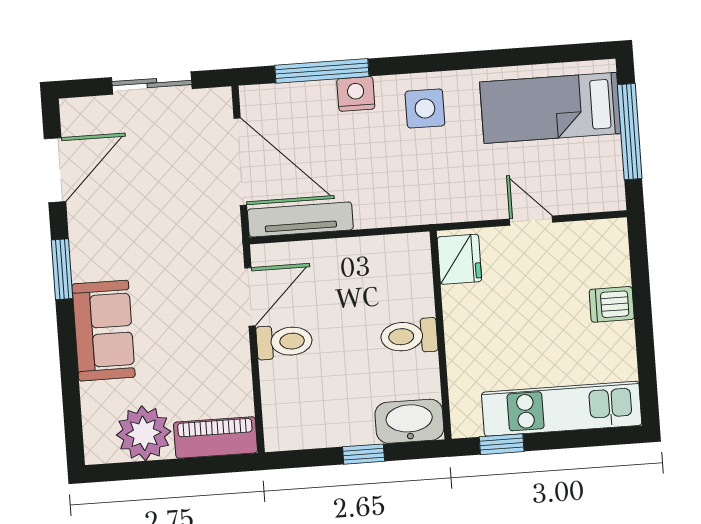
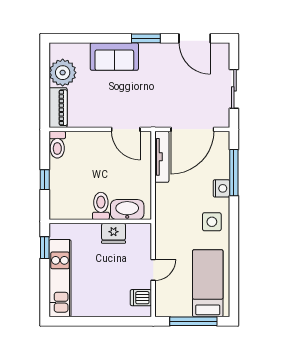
fridge: (459, 259) -> (114, 233), moved
dishwasher: (612, 304) -> (141, 298), moved, turned -90
toilet: (284, 342) -> (57, 145), moved
washbasin: (409, 421) -> (127, 210), moved, turned -90

